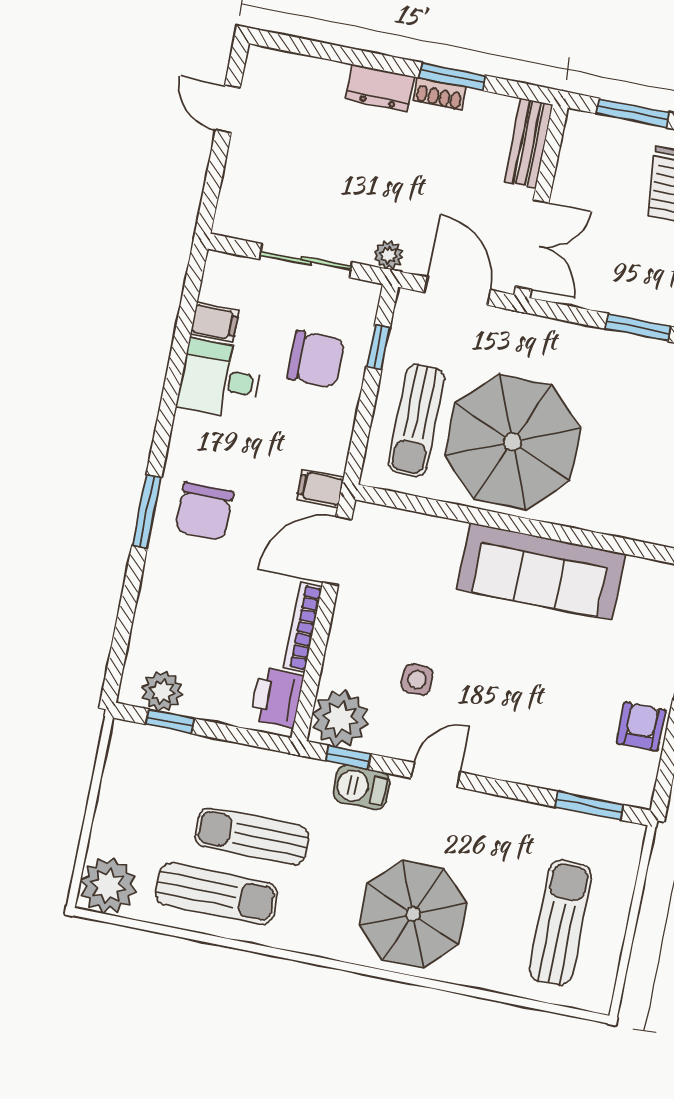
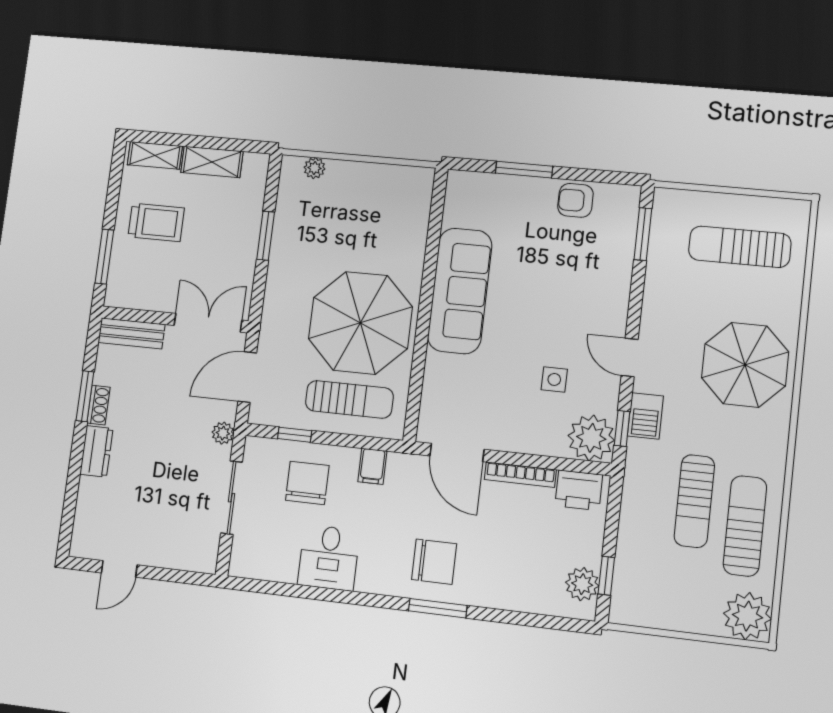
filing cabinet: (215, 322) -> (284, 566), removed
filing cabinet: (320, 488) -> (372, 466), moved

